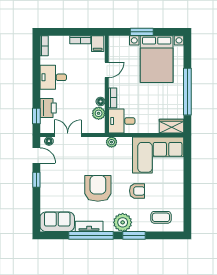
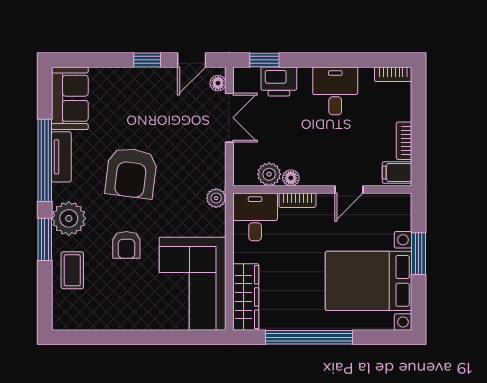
door: (107, 70) -> (349, 189), hinge flipped
wardrobe: (171, 126) -> (246, 297), width x1.50
armchair: (98, 188) -> (131, 173), turned 97
coffee table: (161, 217) -> (72, 270), moved

